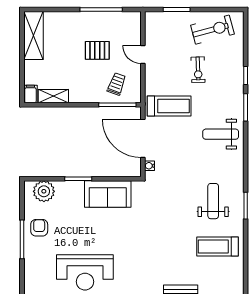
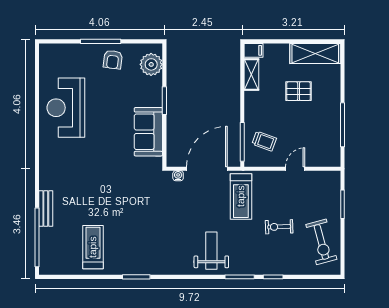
pallet: (97, 50) -> (299, 91), moved, turned 90
weight bench: (213, 201) -> (141, 243), removed
armchair: (39, 228) -> (113, 60), turned 97

